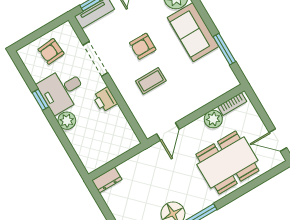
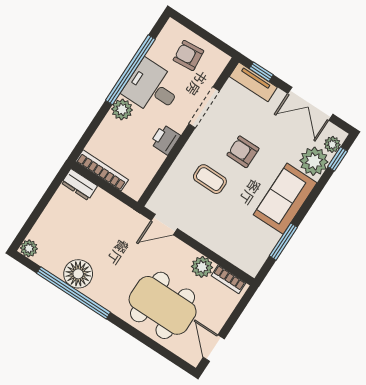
window: (40, 100) -> (130, 70), width x3.17
bookcase: (105, 158) -> (102, 170), added

